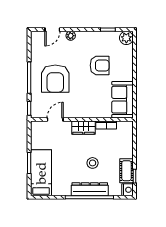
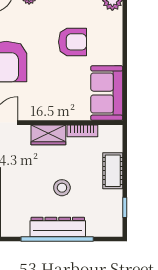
cot: (127, 171) -> (113, 171), moved
nightstand: (128, 190) -> (114, 228), removed

